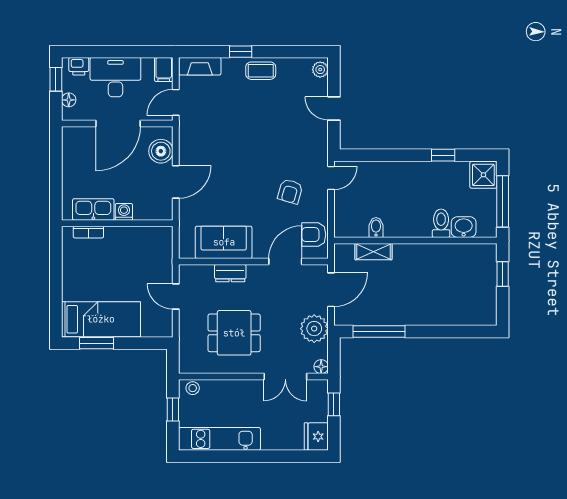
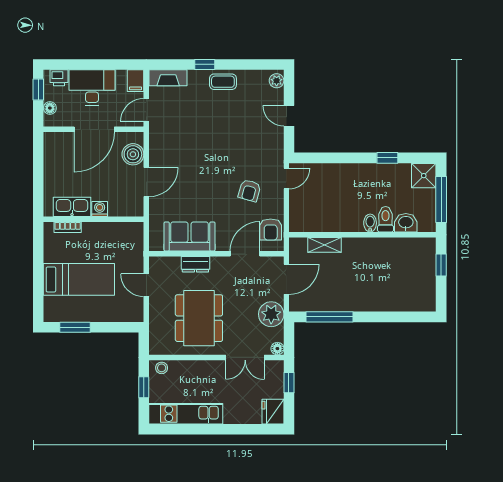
bidet: (376, 227) -> (370, 223), moved
armchair: (314, 235) -> (271, 229), turned -90
bed: (101, 319) -> (79, 279), moved
dining table: (234, 333) -> (199, 318), width x1.38

